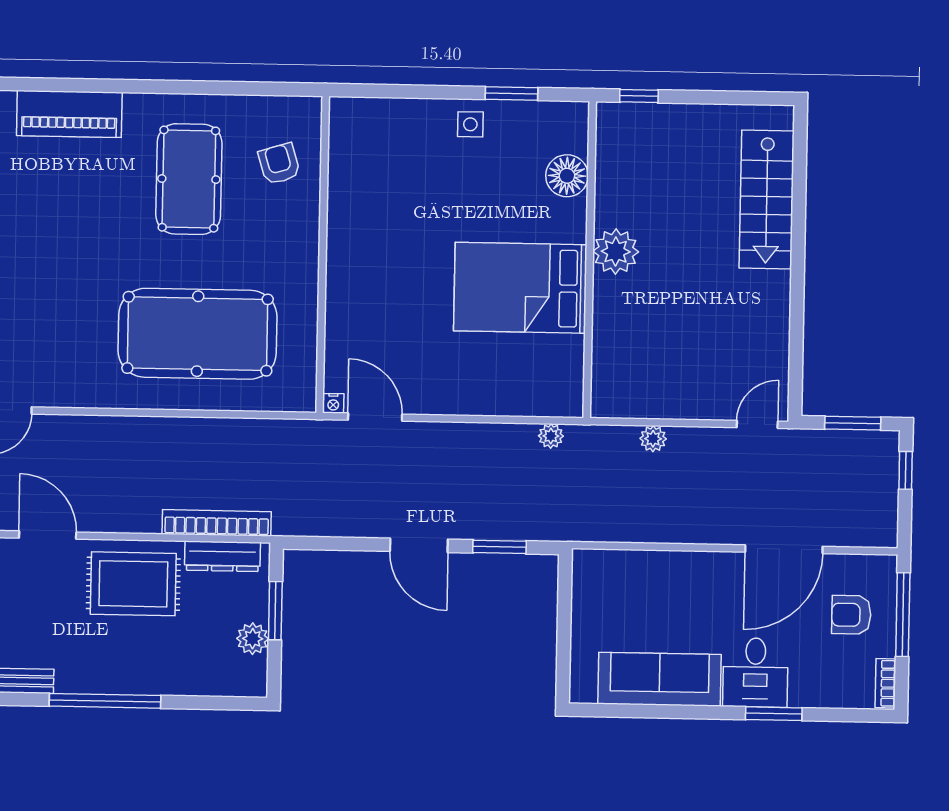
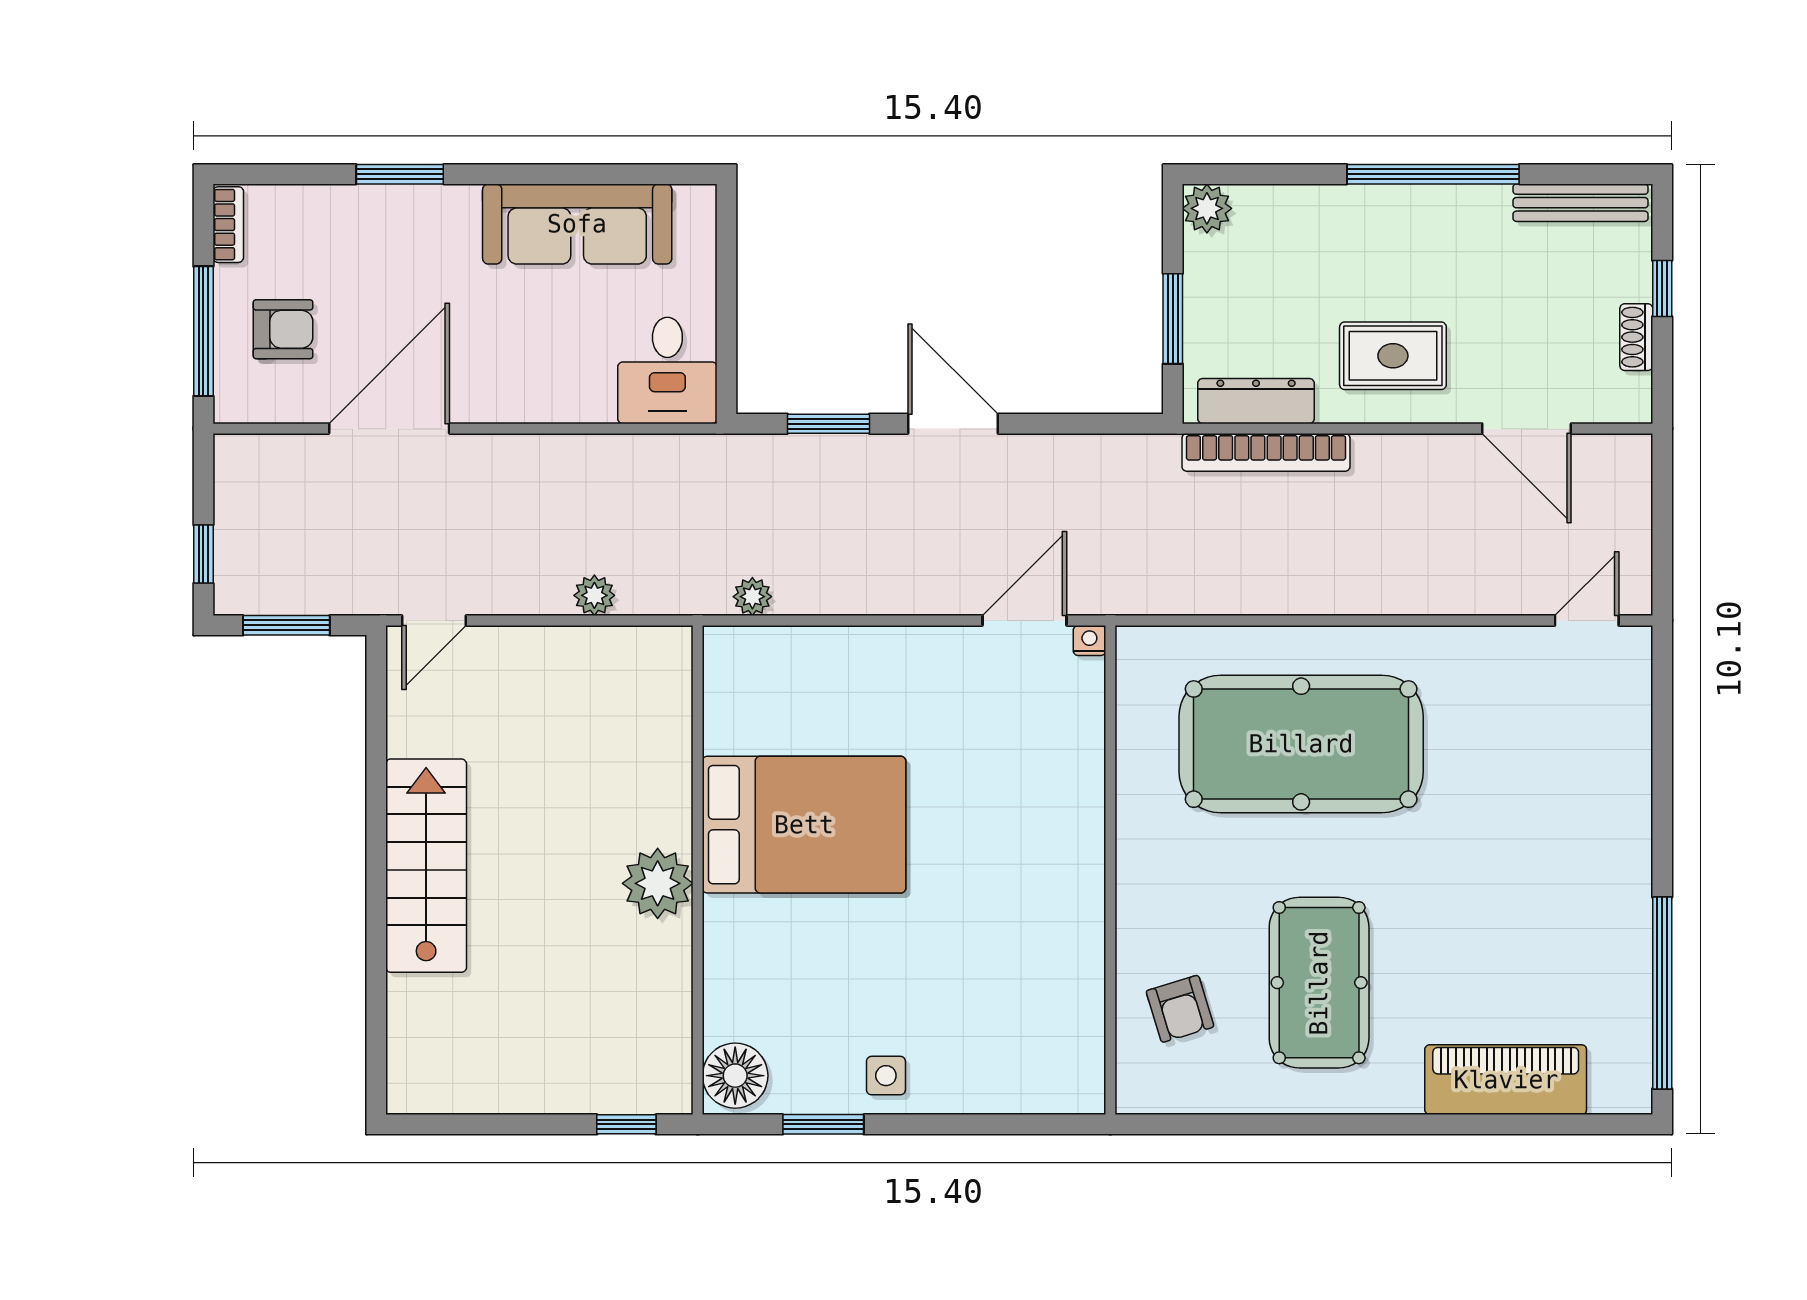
floor lamp: (567, 176) -> (735, 1076), moved
stairs: (767, 199) -> (426, 866), moved
door: (375, 417) -> (1024, 620), swing flipped
rug: (133, 584) -> (1393, 356), width x0.73, depth x0.70
plant: (253, 639) -> (1207, 208), moved
desk: (755, 673) -> (667, 370), moved, turned 180

